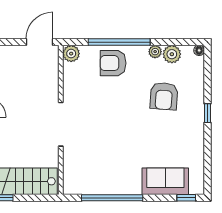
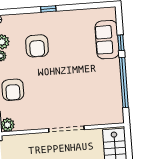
armchair: (164, 96) -> (37, 46), turned 86
window: (186, 198) -> (121, 43), moved

